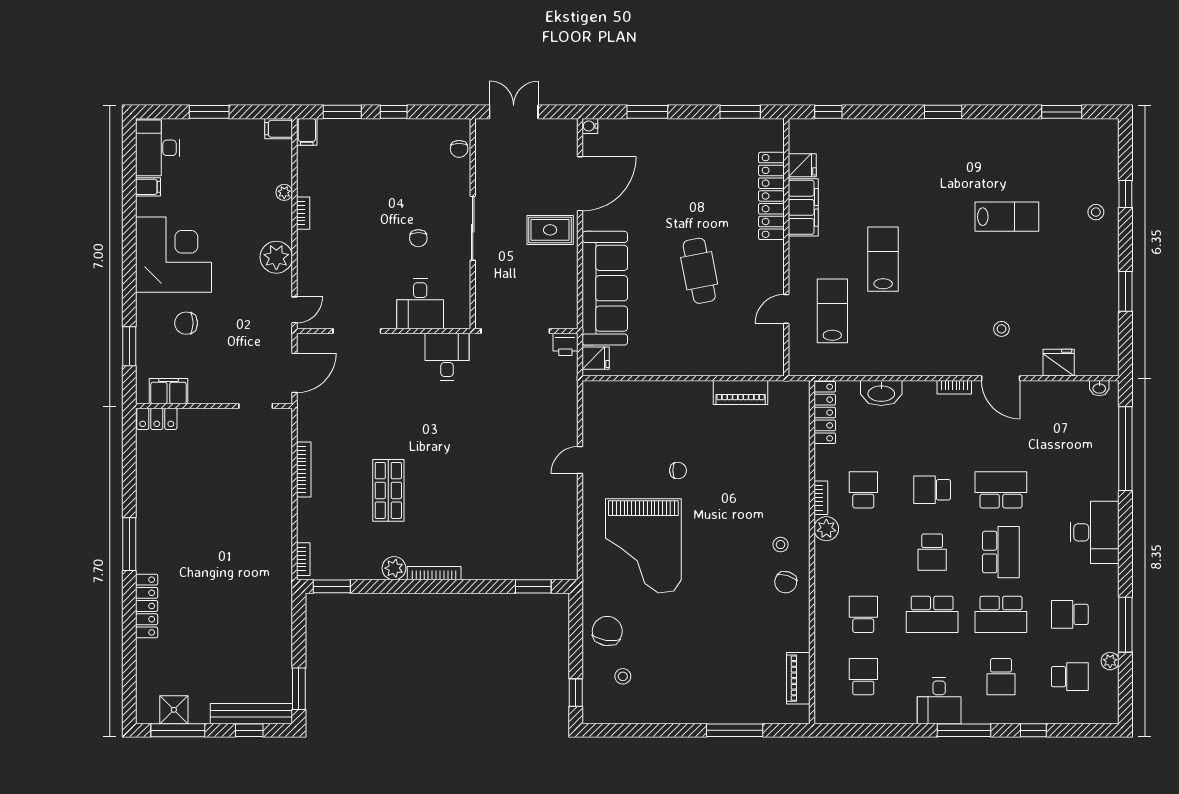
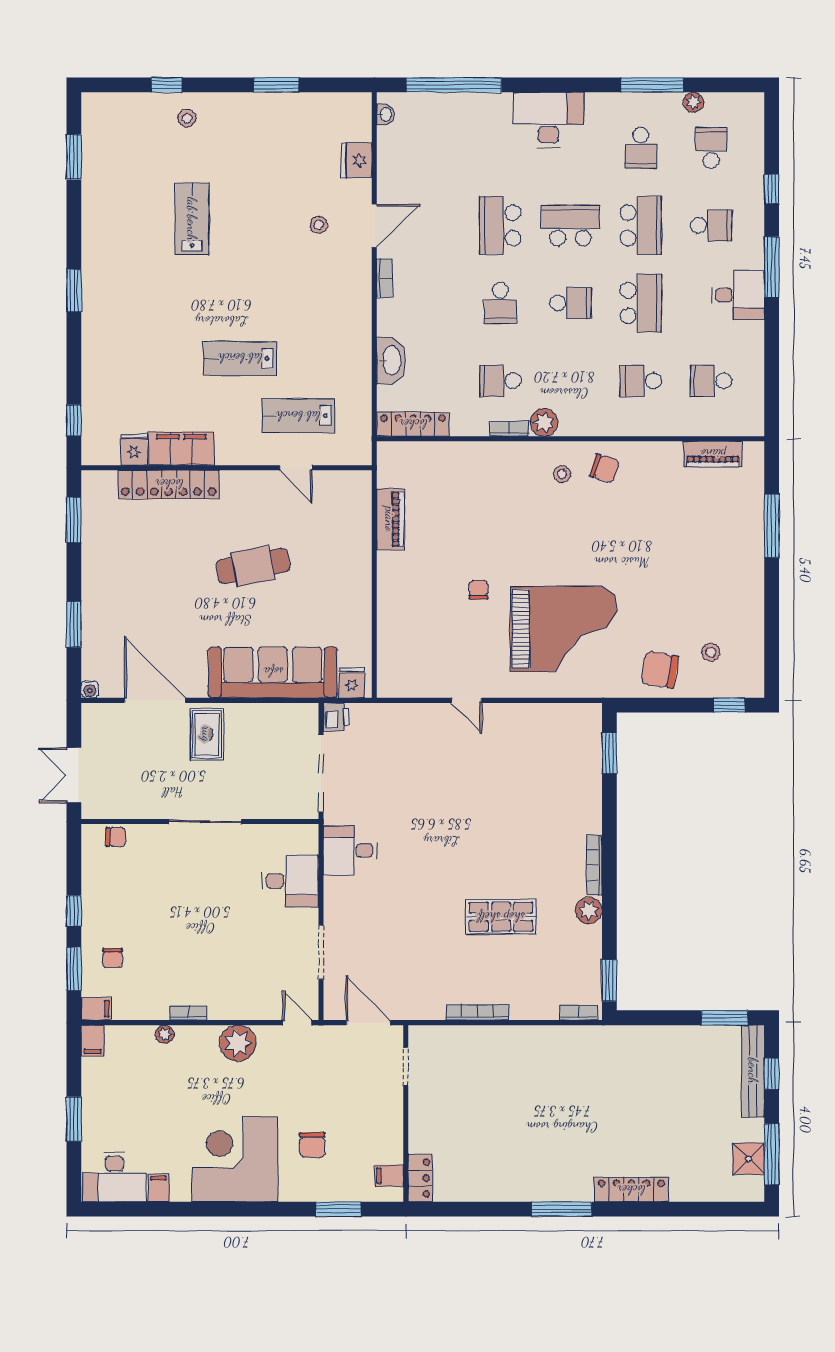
chair: (418, 238) -> (113, 958), moved, turned 90
filing cabinet: (168, 391) -> (389, 1176), width x0.50

